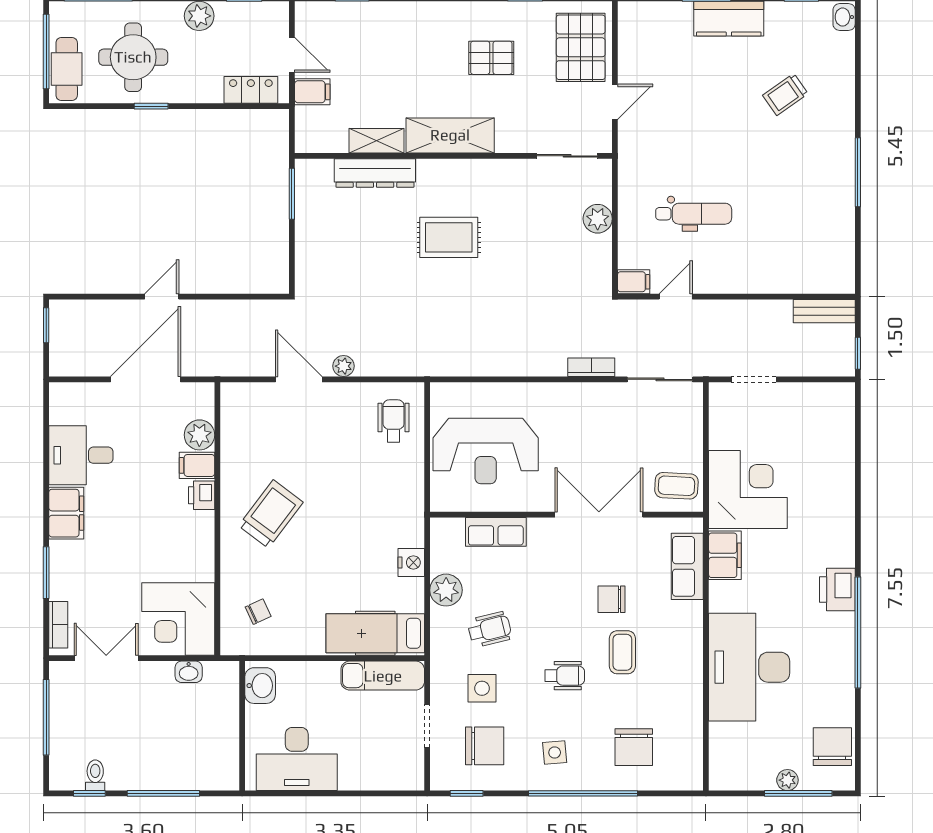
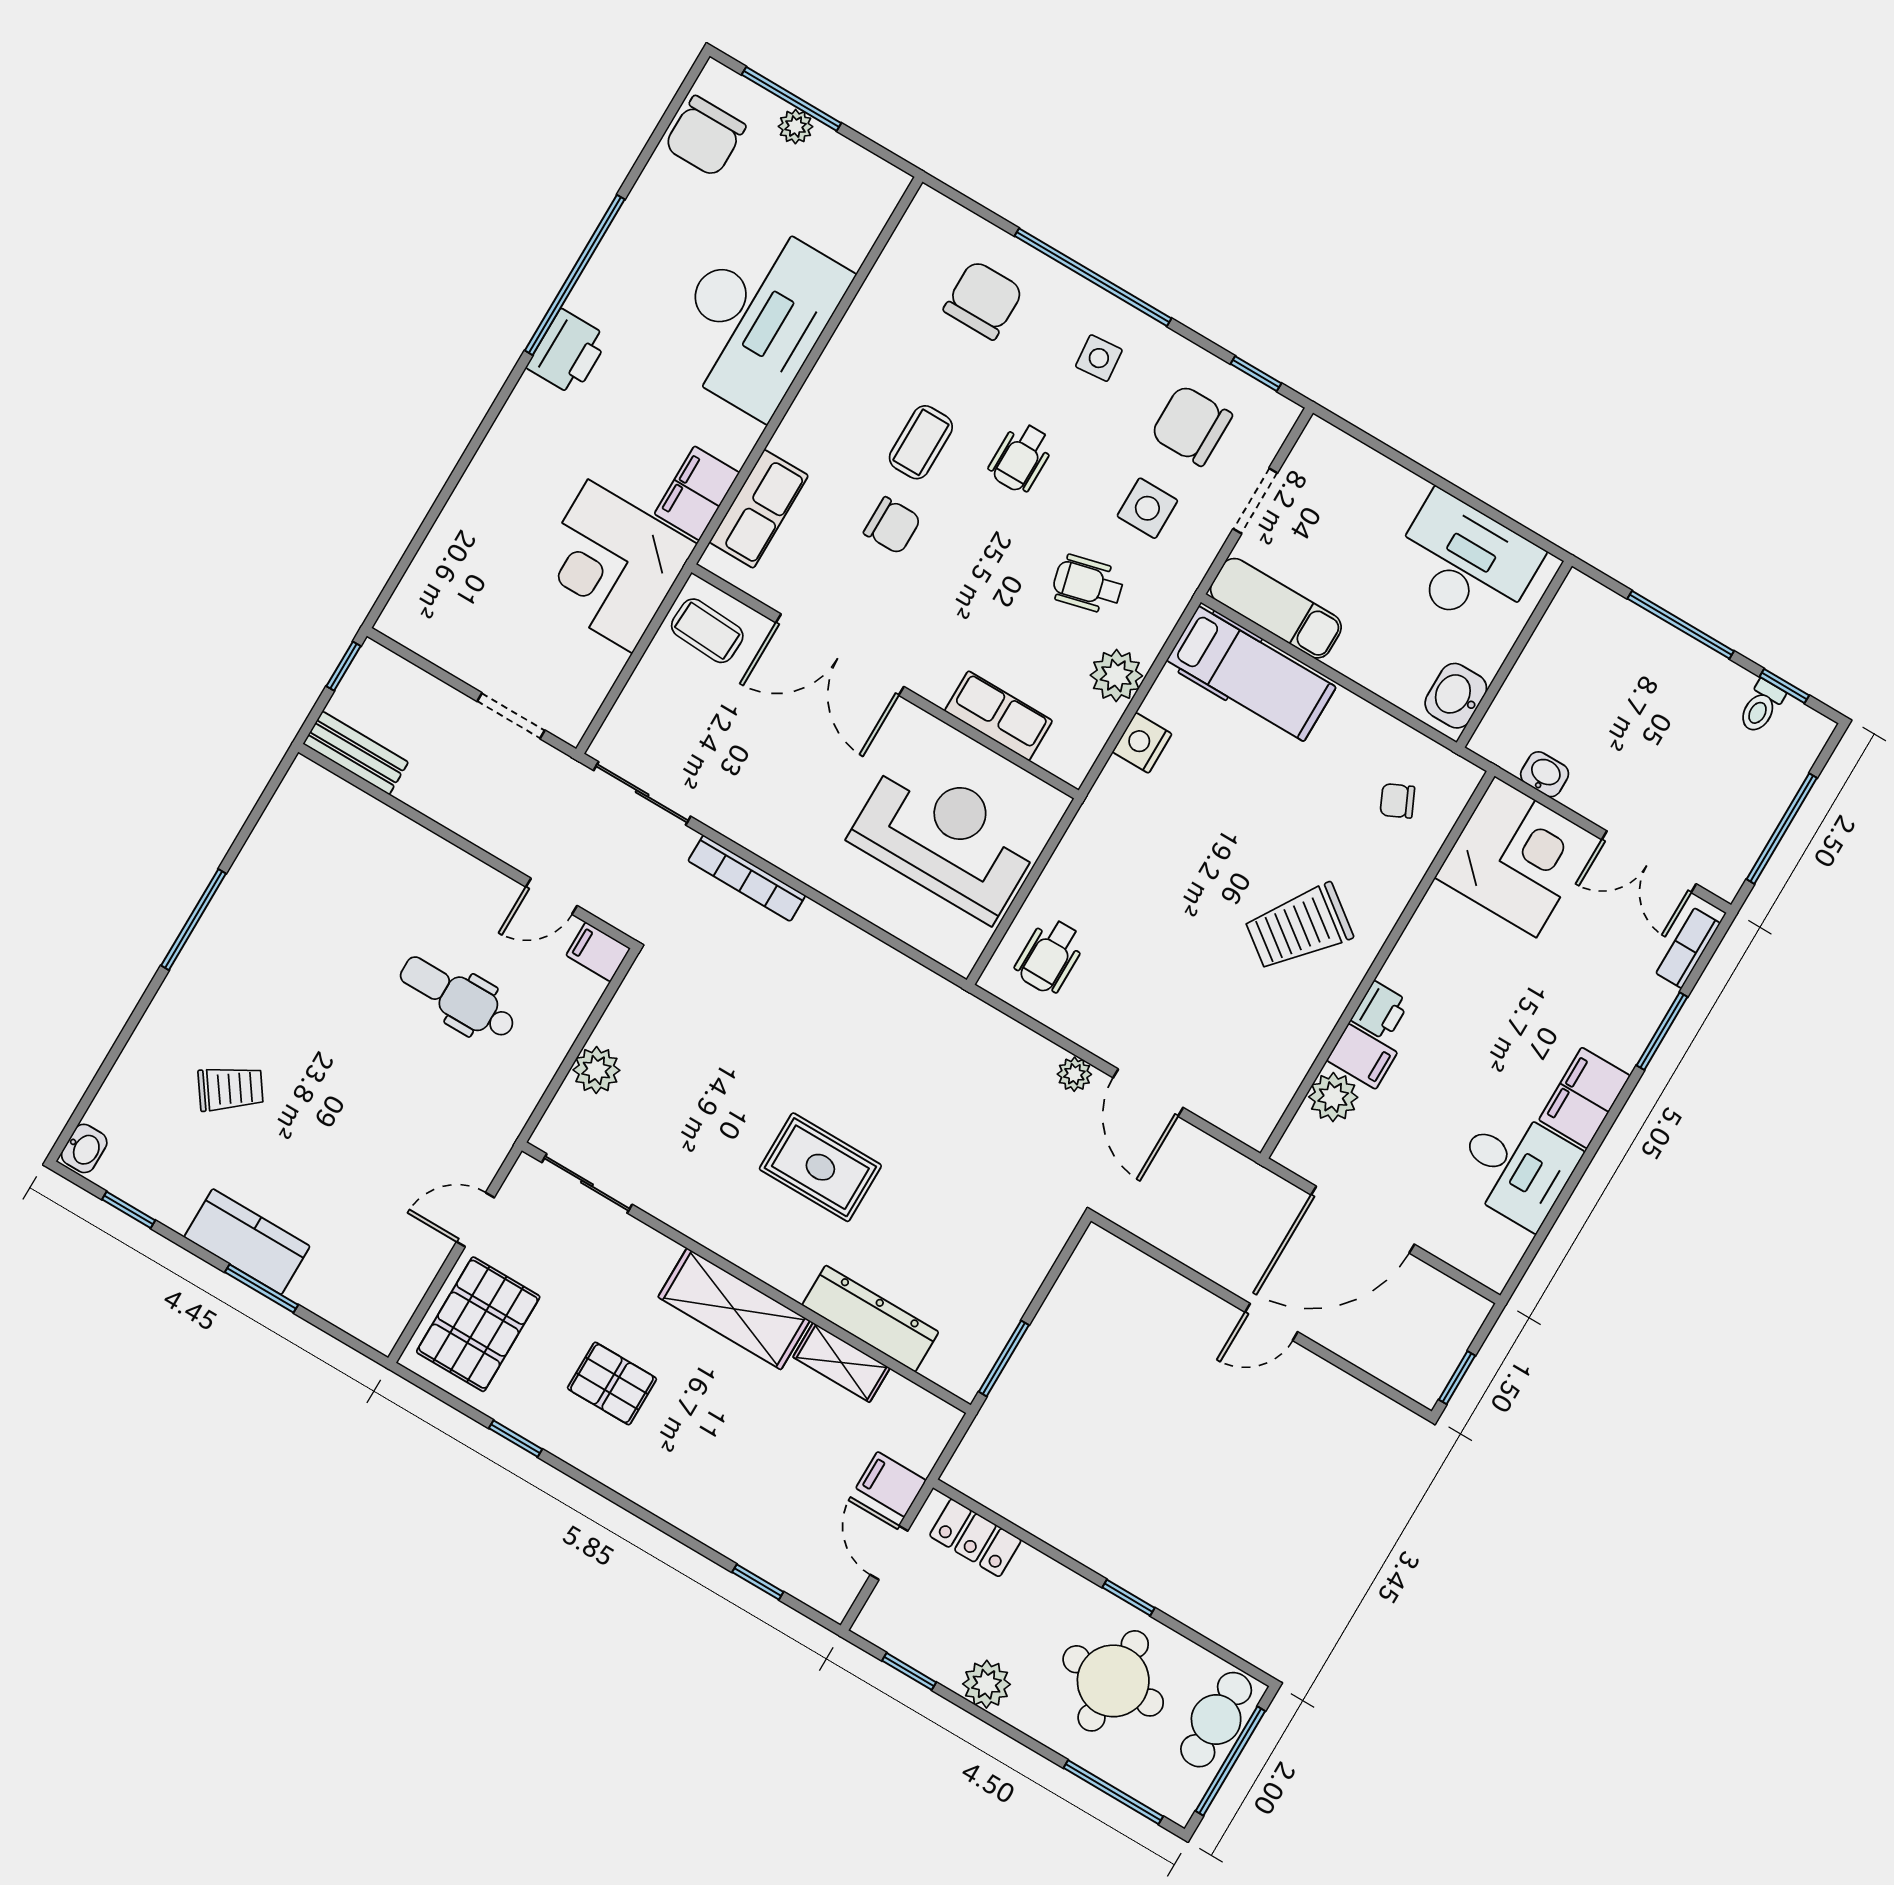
bookcase: (591, 367) -> (747, 878), width x1.56
wheelchair: (565, 676) -> (1021, 457), turned -90

